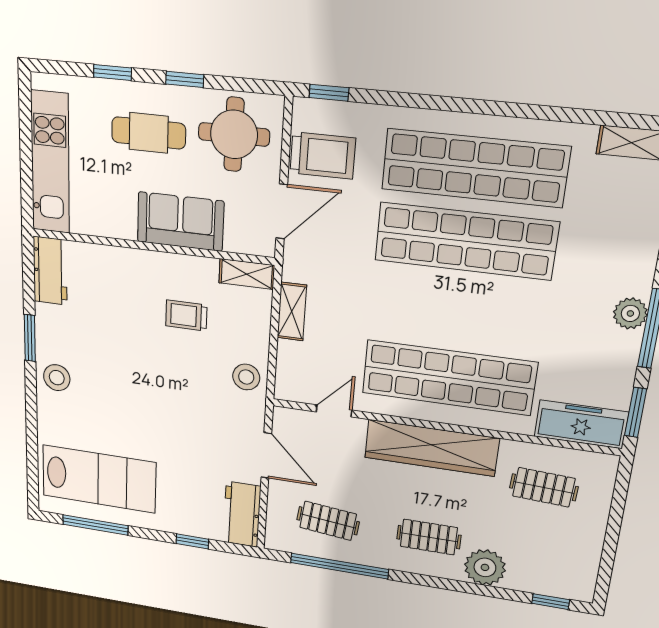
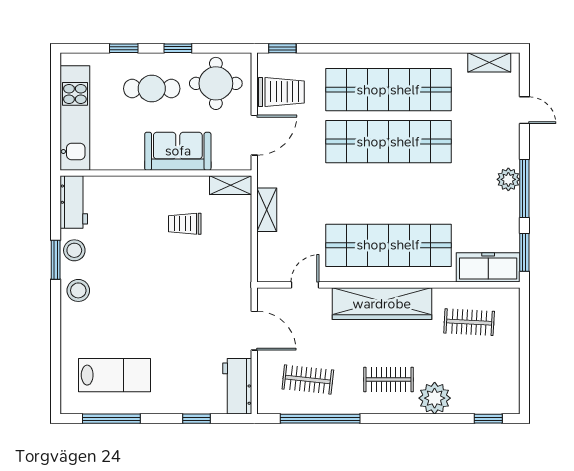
stool: (246, 377) -> (74, 250), moved
lab bench: (99, 479) -> (114, 375), width x0.73, depth x0.72

